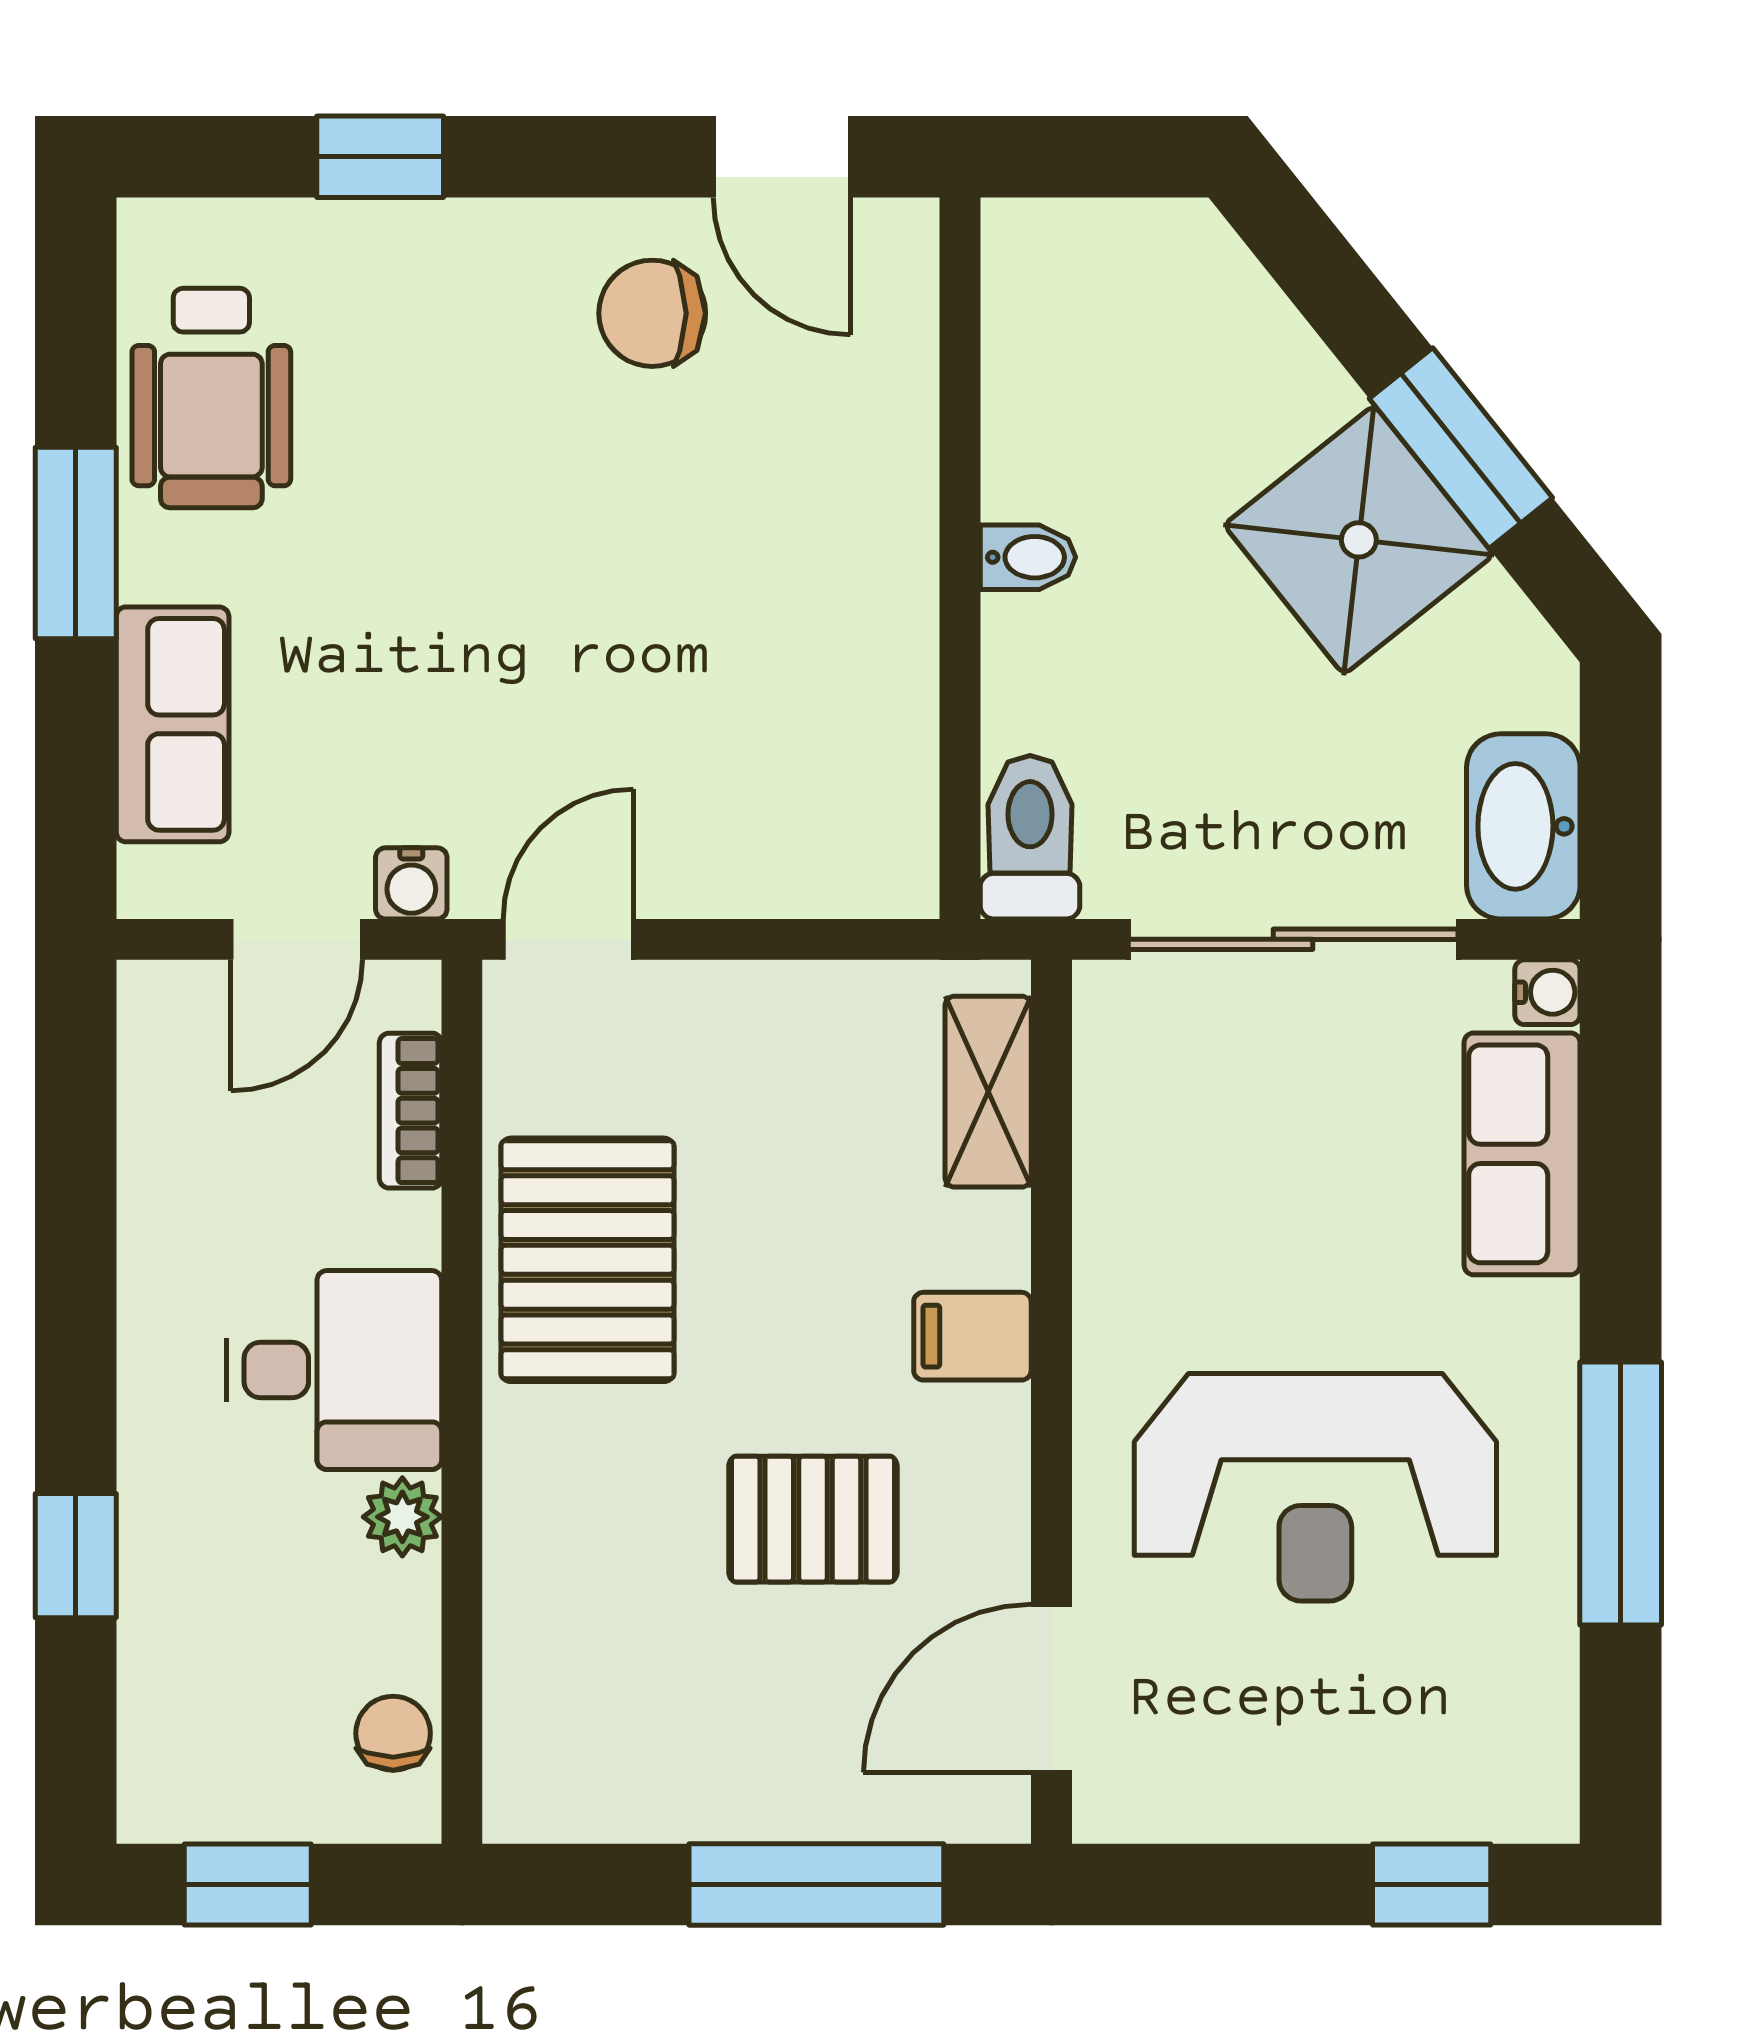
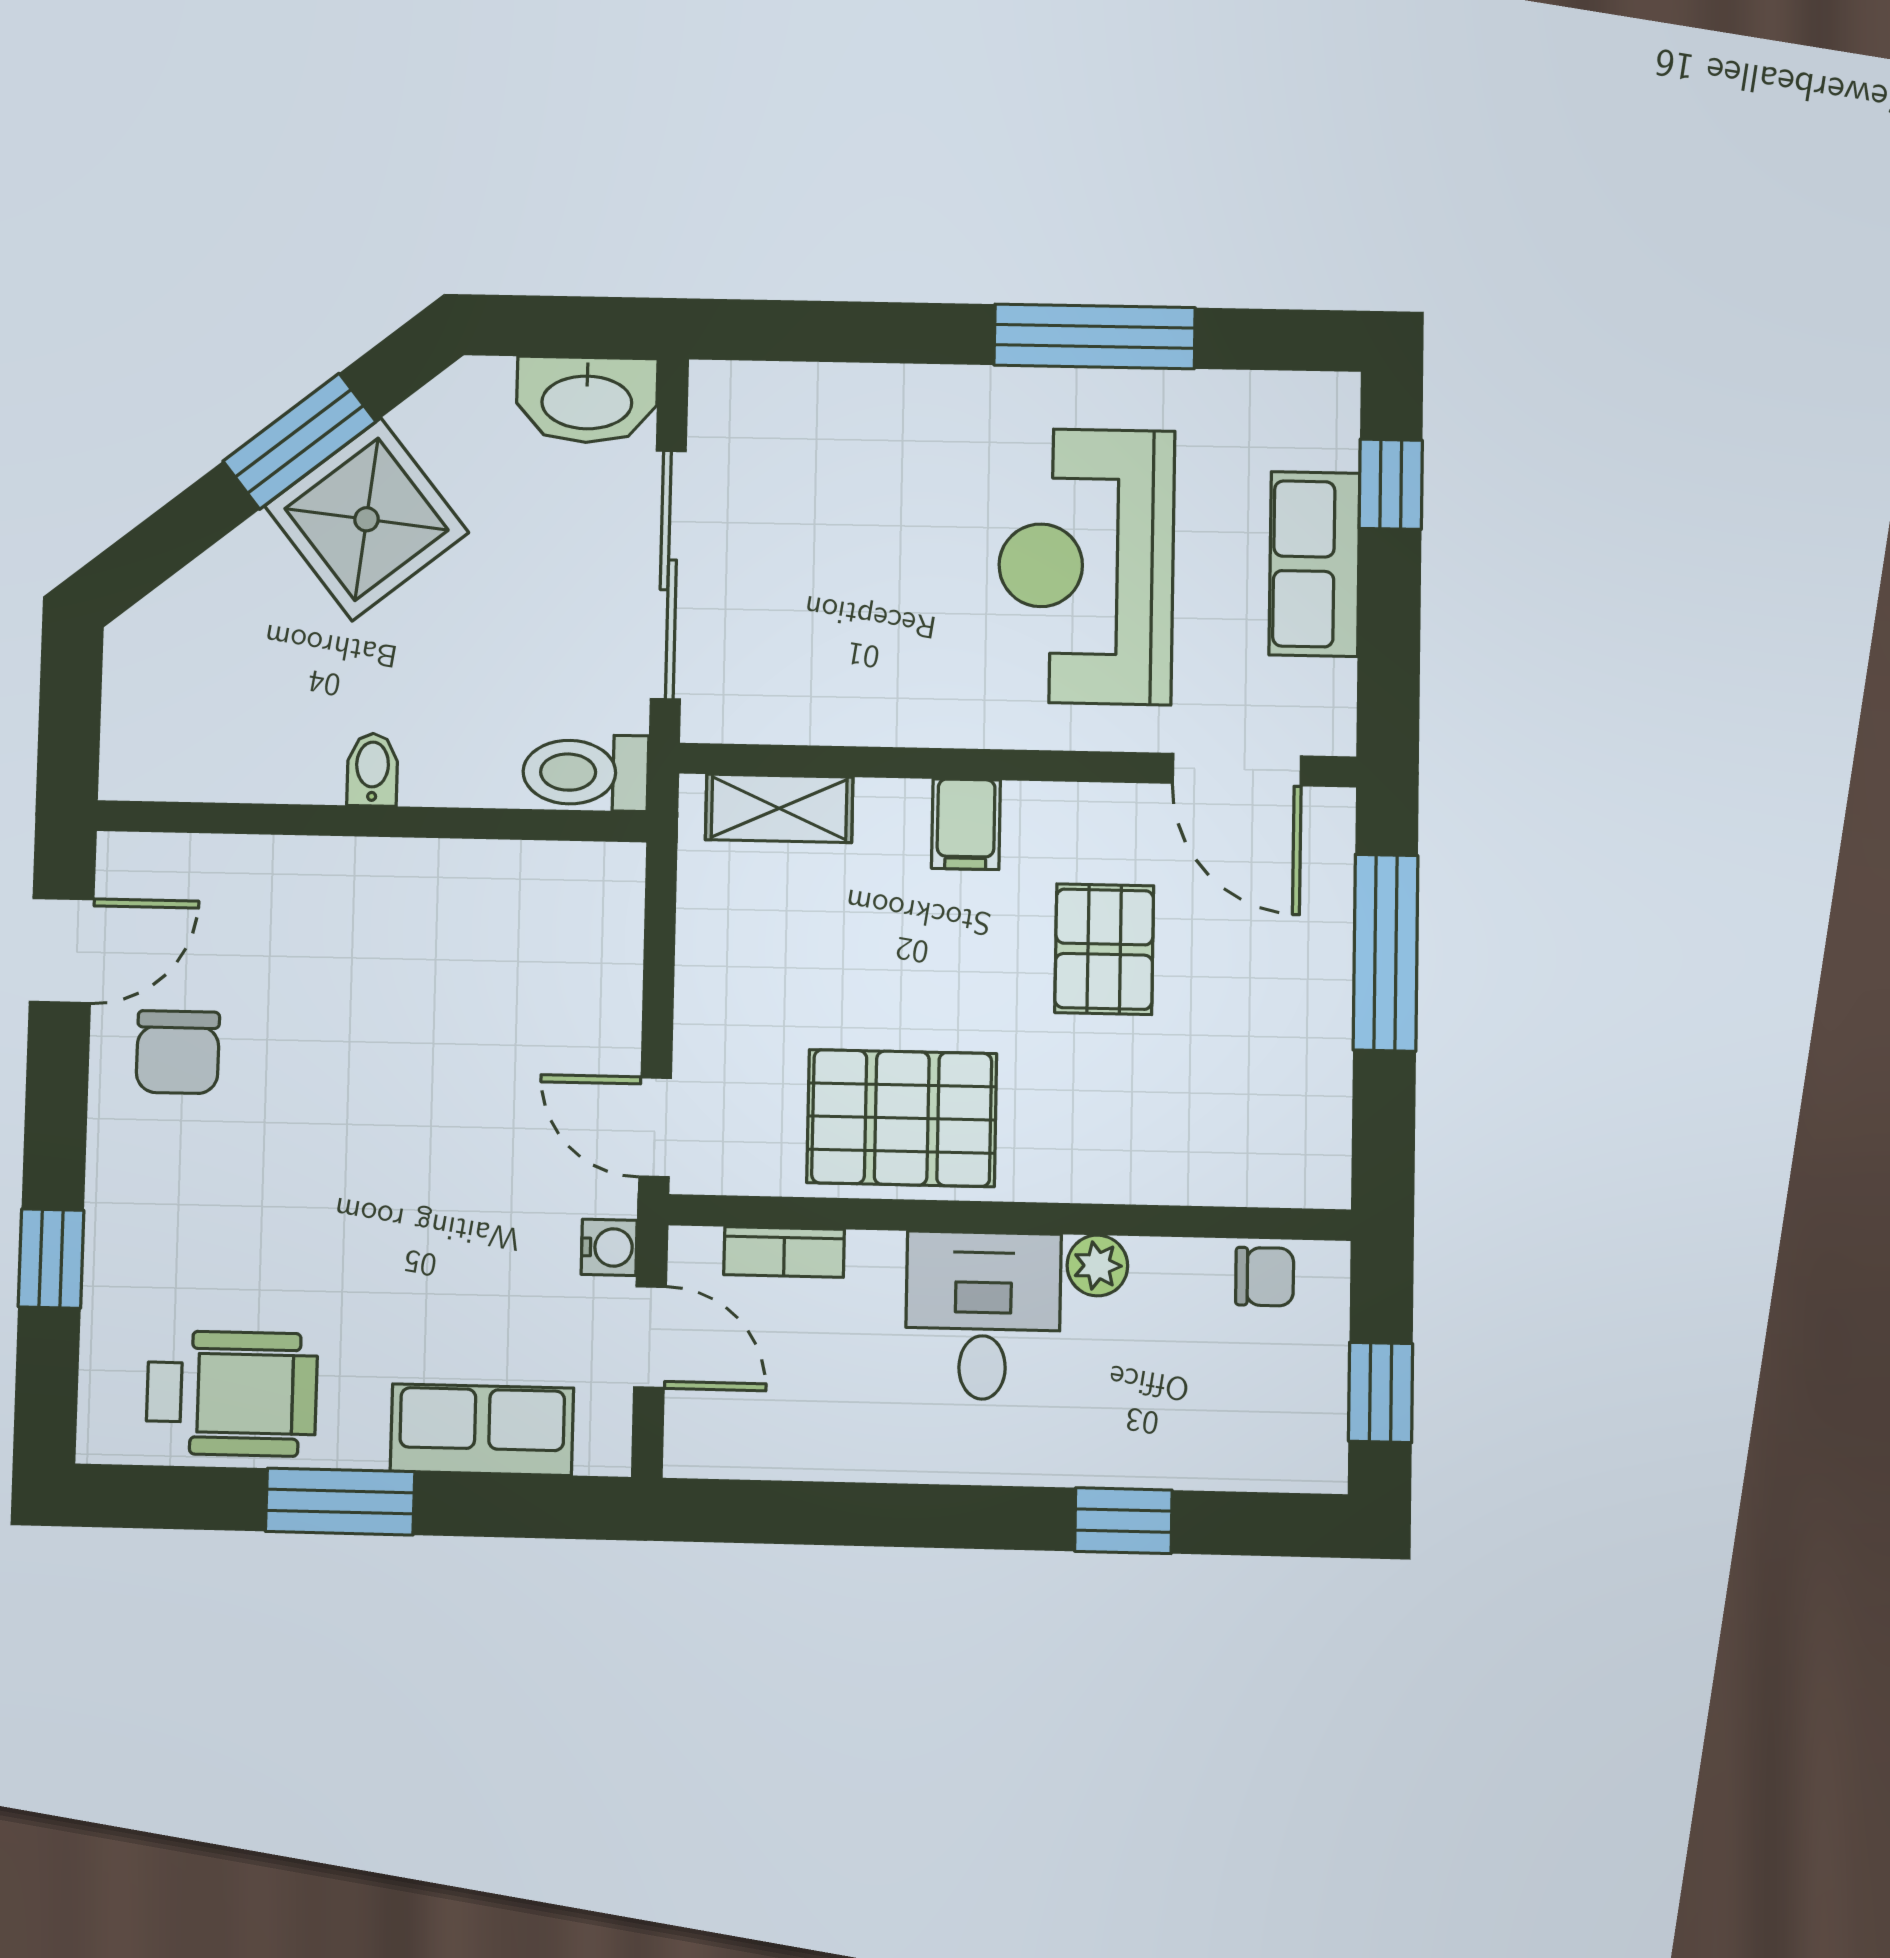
water cooler: (1547, 992) -> (713, 384), removed
row of seats: (1522, 1154) -> (1314, 564), moved, turned 90
reception desk: (1315, 1487) -> (1086, 566), turned 180
chair: (393, 1733) -> (1265, 1277), turned 180

